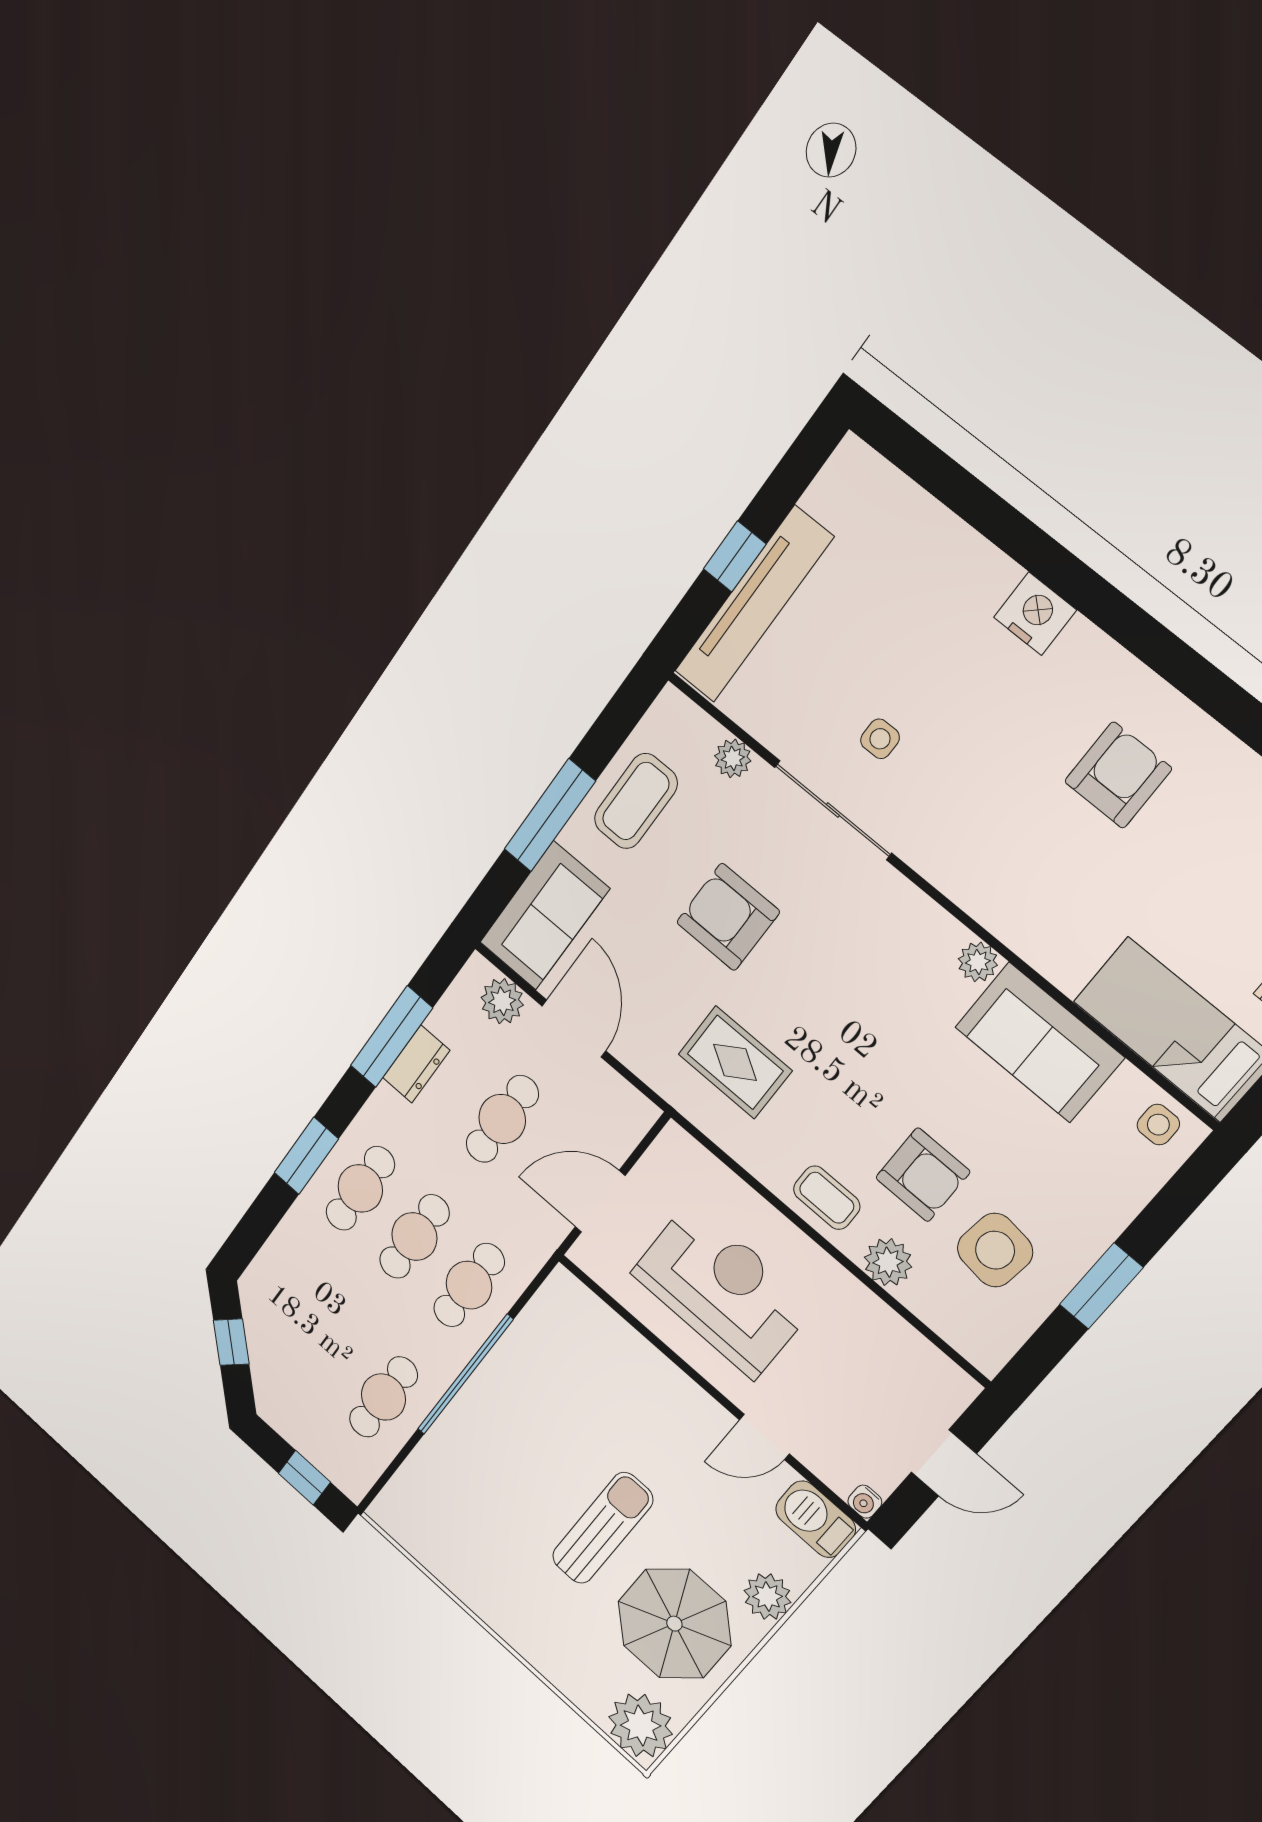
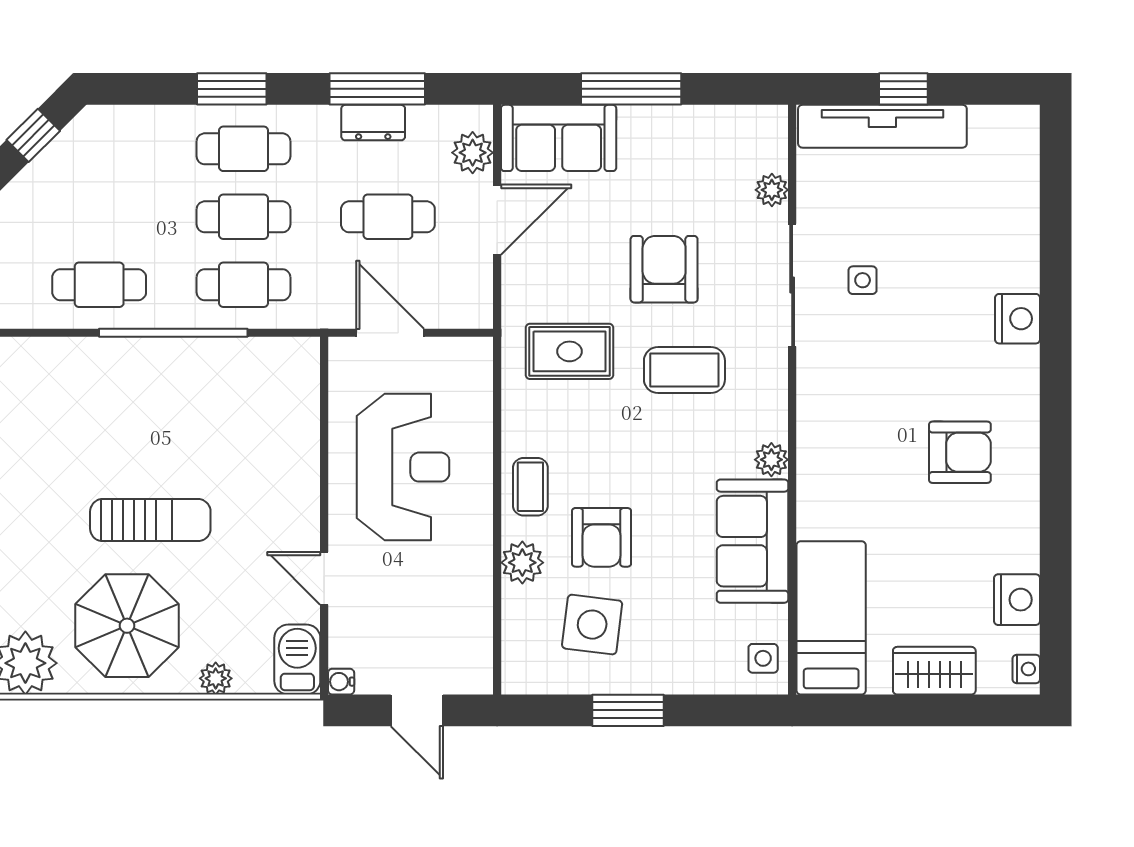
coffee table: (636, 801) -> (684, 370), moved
rug: (735, 1062) -> (570, 351), turned 90
plant: (767, 1596) -> (216, 678), width x0.73, depth x0.73

